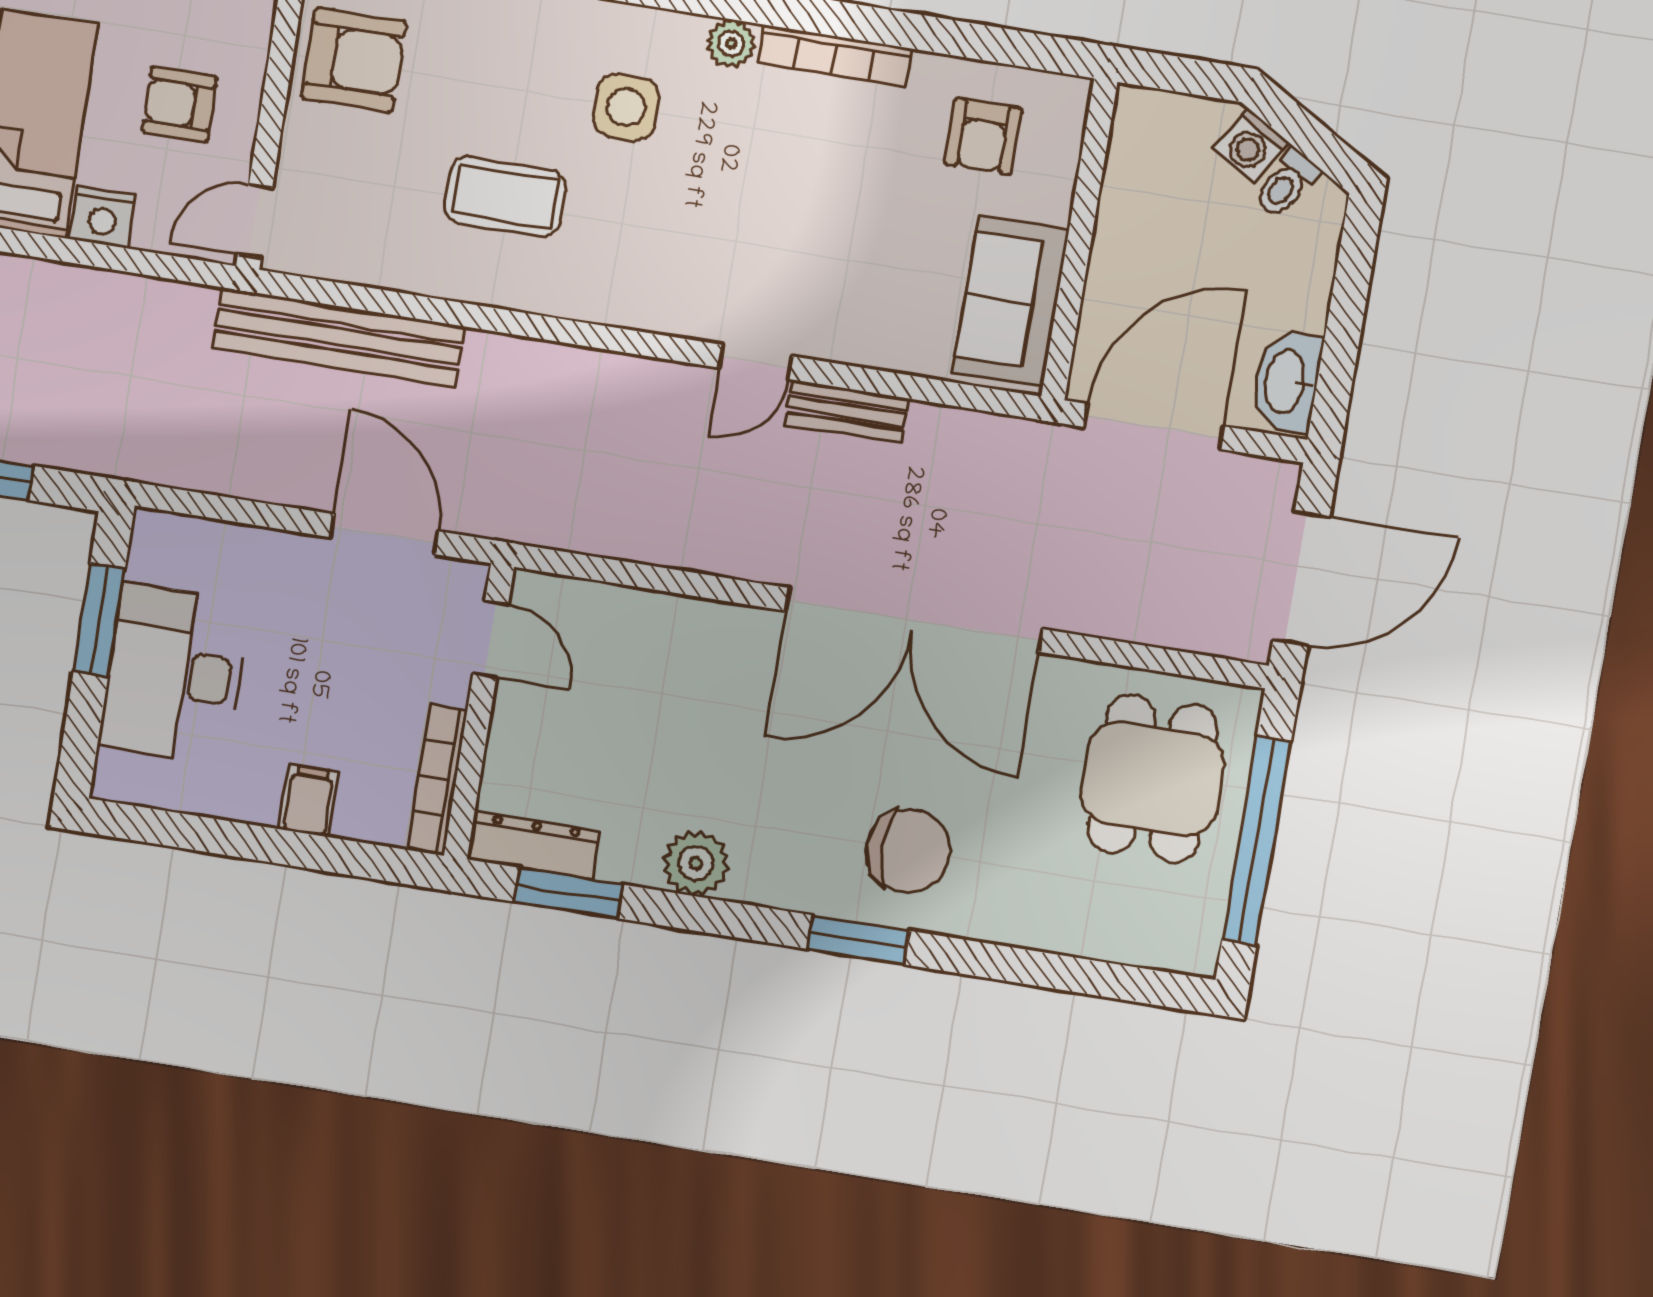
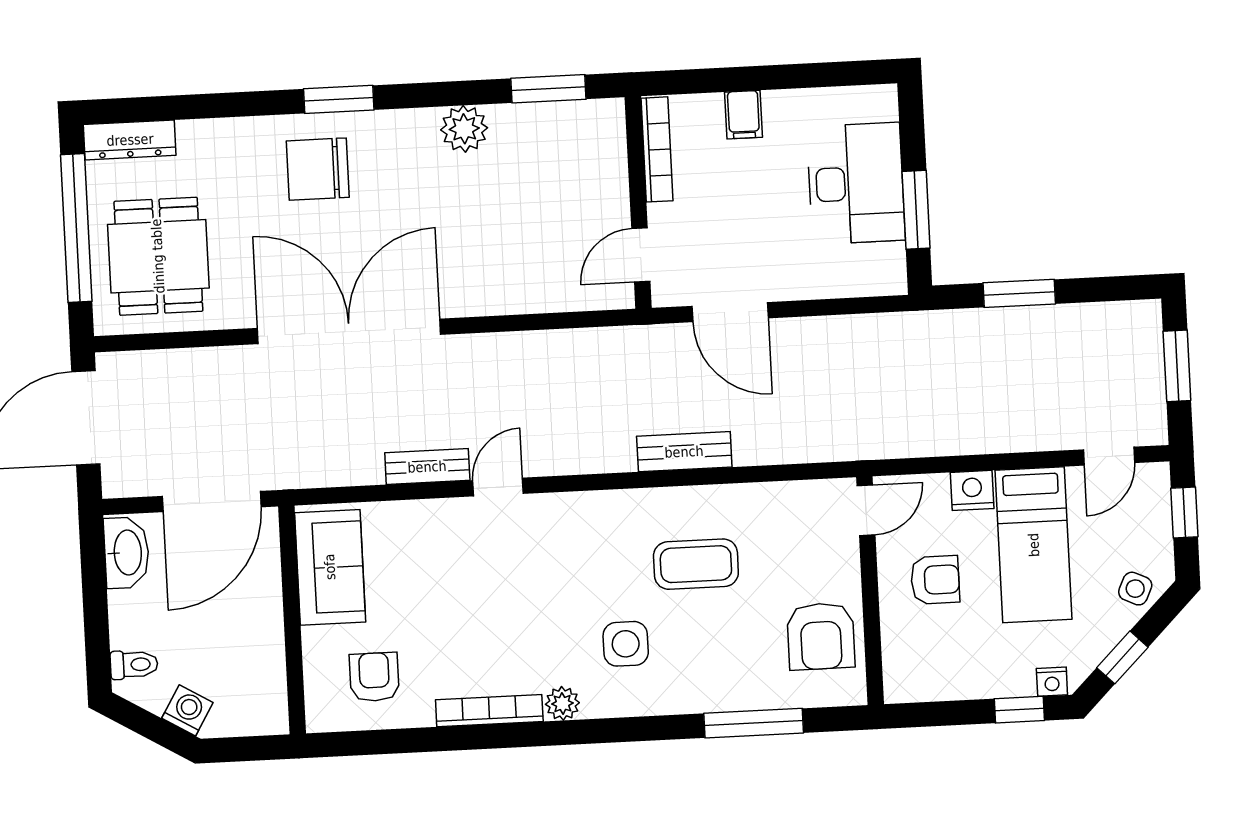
armchair: (354, 60) -> (821, 636), turned -90
toilet: (1287, 184) -> (134, 665), moved, turned 59
bench: (339, 337) -> (684, 452), moved, width x0.54, depth x0.82
door: (491, 639) -> (641, 255), hinge flipped
dresser: (534, 845) -> (130, 140), moved

